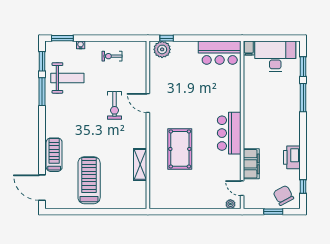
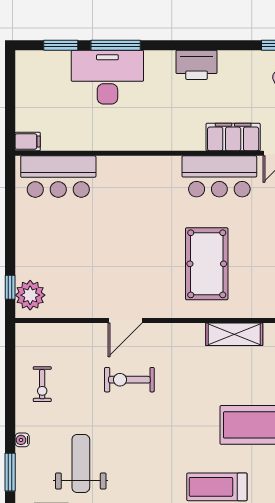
bar counter: (220, 53) -> (58, 177), moved, turned 90
desk: (275, 56) -> (107, 77), moved, turned 90
exercise bike: (115, 105) -> (129, 380), turned 180
bar counter: (229, 133) -> (219, 176), moved
pool table: (180, 149) -> (207, 264), turned 90
printer: (292, 157) -> (197, 65), moved

